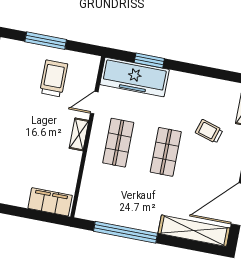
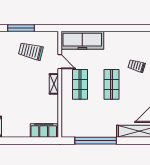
window: (149, 61) -> (90, 28), removed
trolley: (54, 78) -> (31, 51), turned -76
door: (94, 103) -> (60, 62), swing flipped

